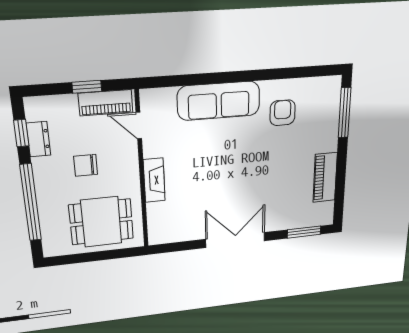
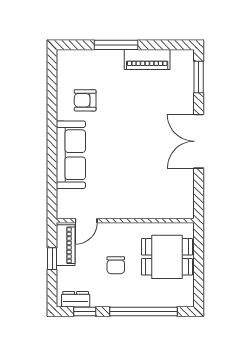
window: (345, 113) -> (116, 45), moved
dresser: (38, 139) -> (76, 299), moved
fireplace: (154, 180) -> (134, 211), removed
dining table: (101, 222) -> (167, 257), turned 90

